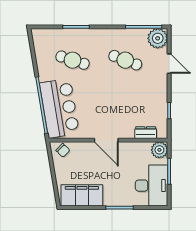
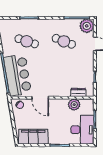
door: (106, 140) -> (40, 98), moved
plant: (159, 150) -> (74, 105), moved

